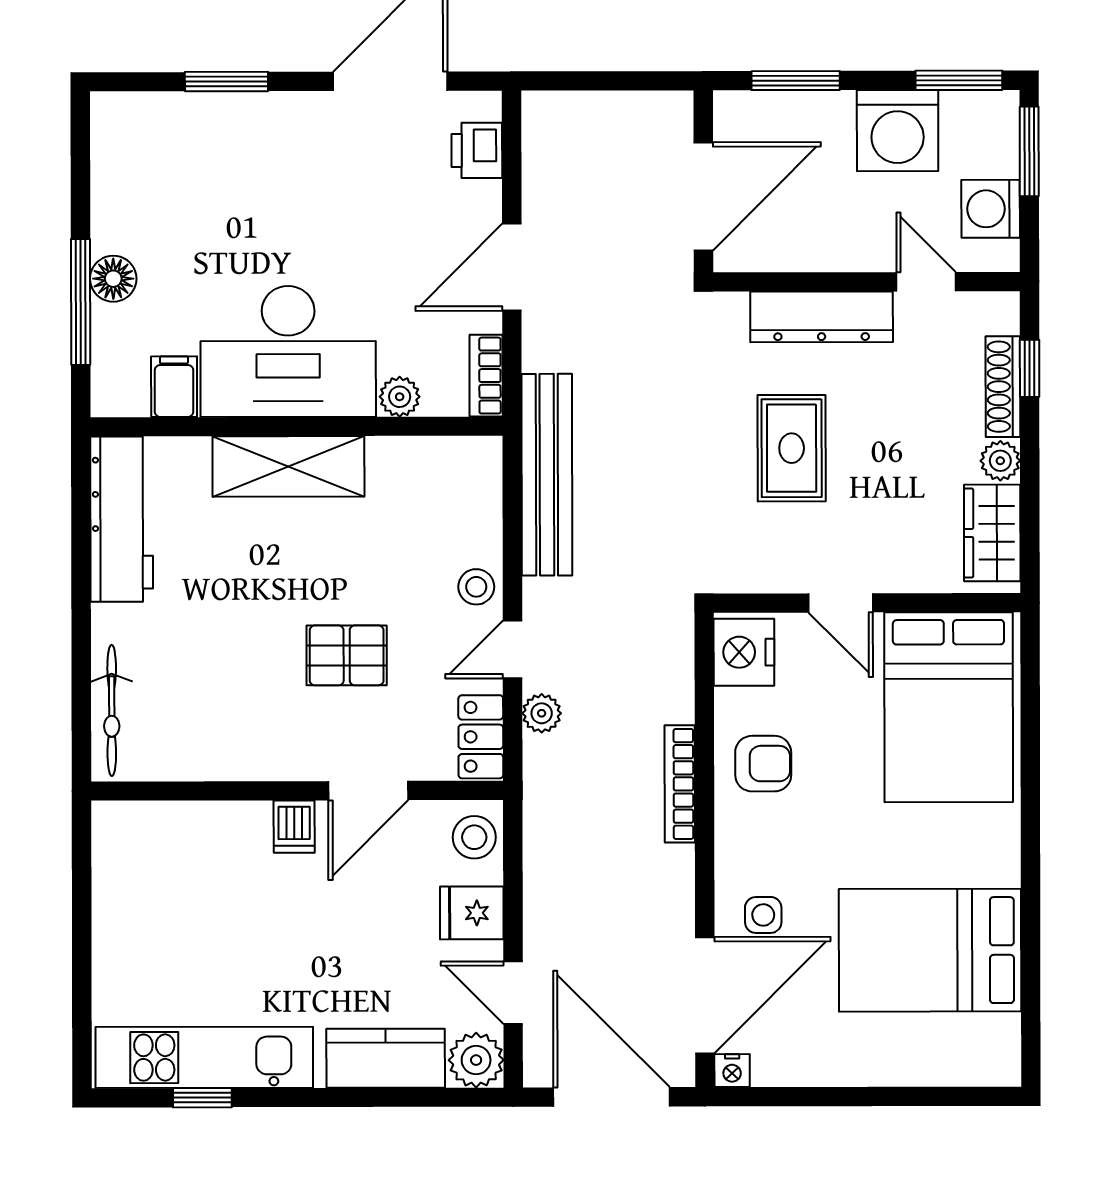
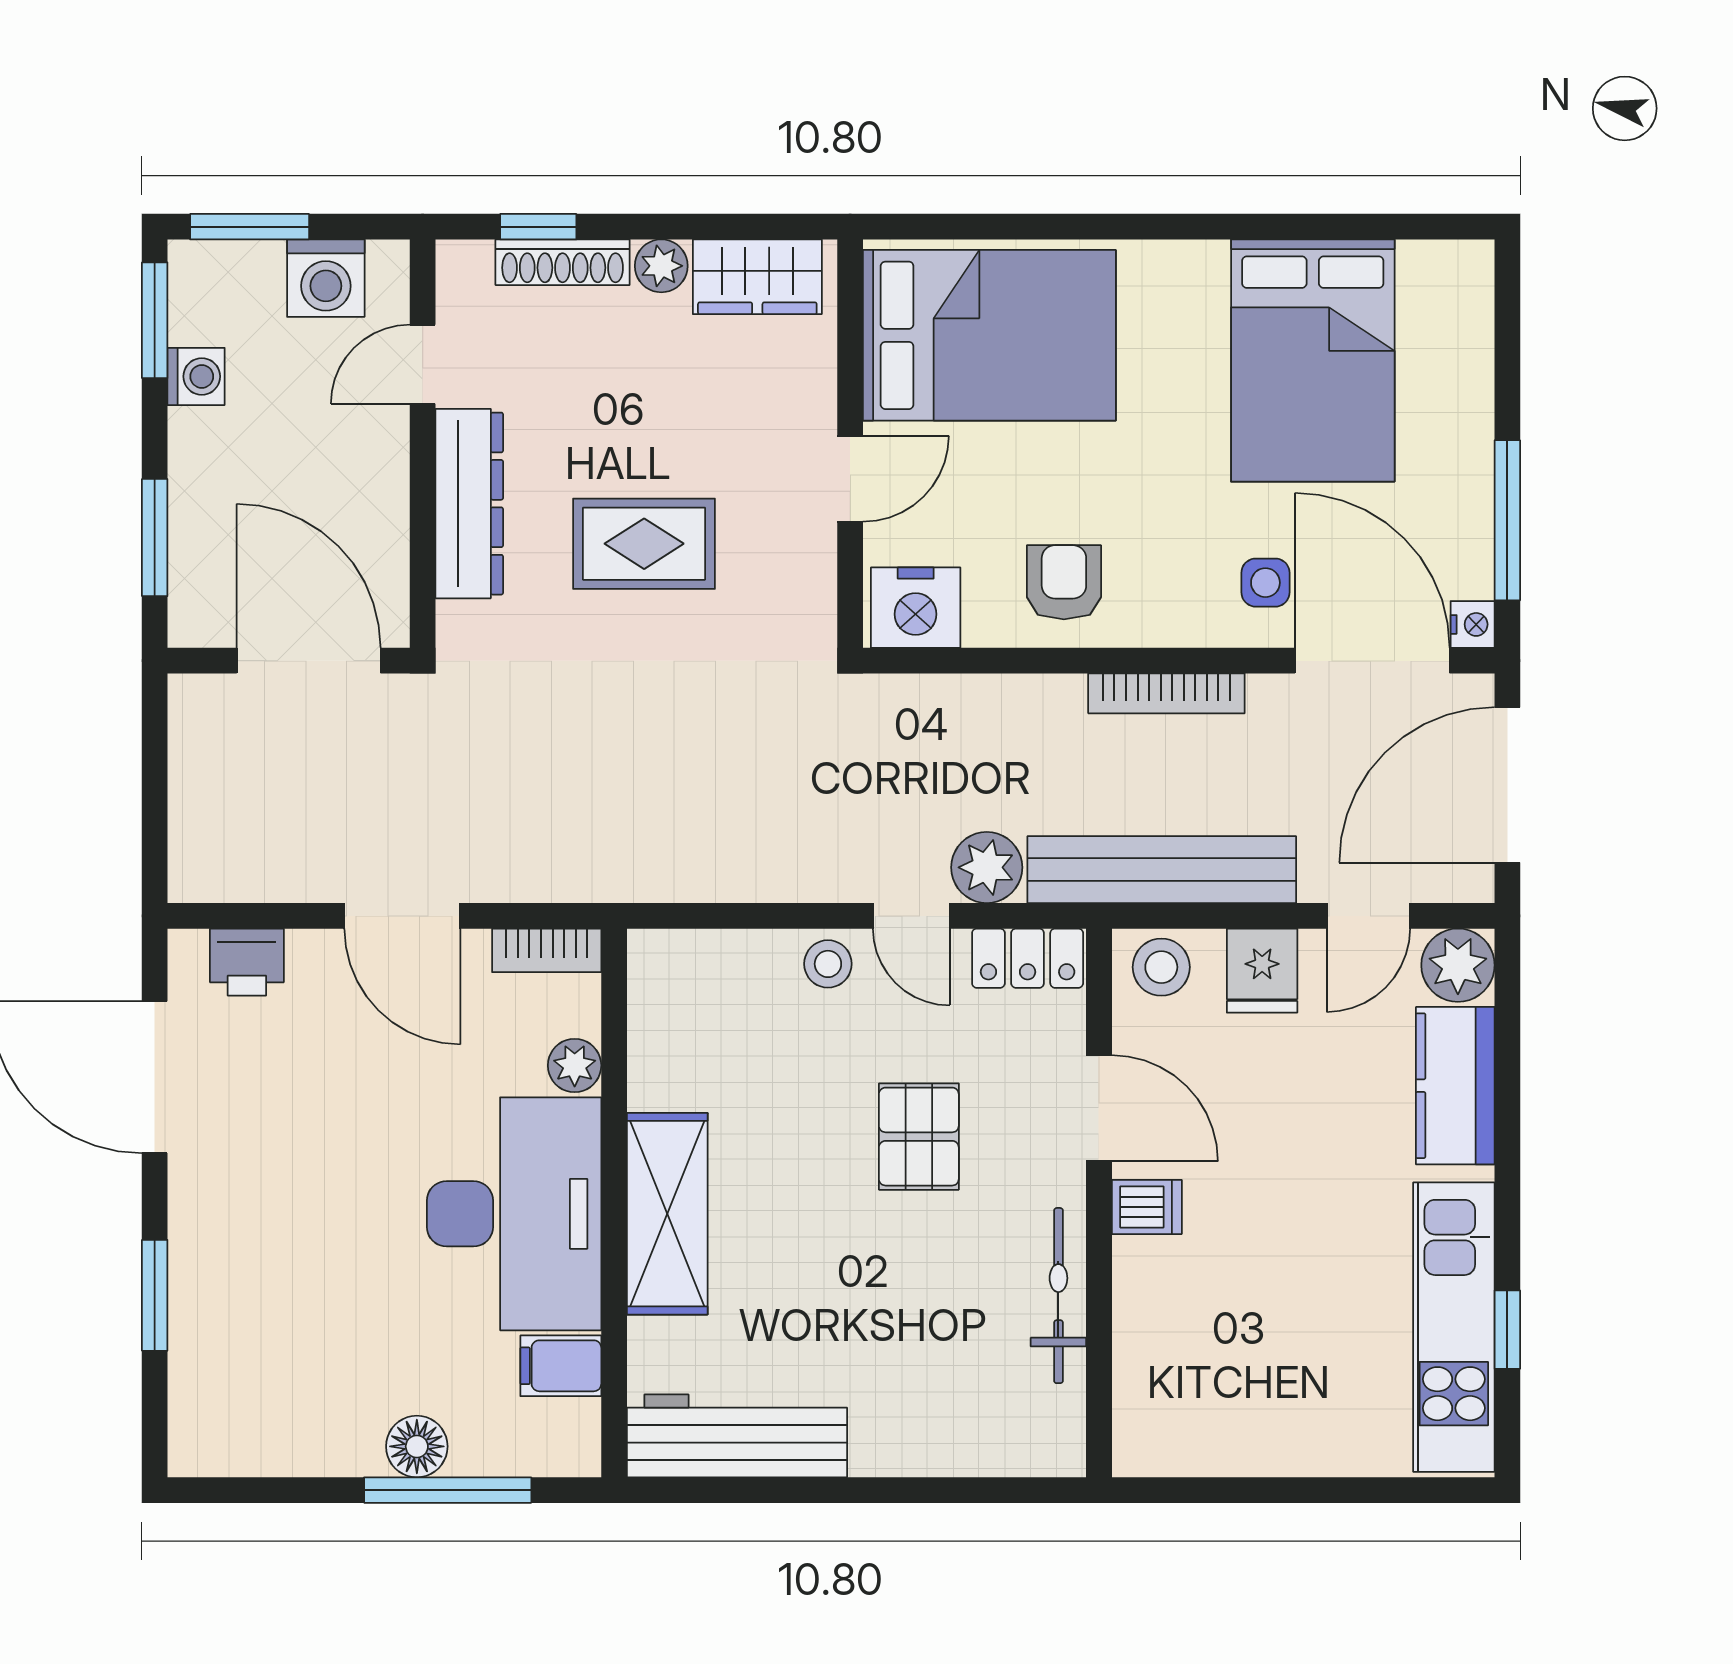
washing machine: (898, 131) -> (196, 376), width x0.53, depth x0.53
bench: (547, 475) -> (1162, 870), moved
bicycle: (112, 710) -> (1058, 1296), moved, turned -90
plant: (542, 713) -> (987, 867), width x1.38, depth x1.38
bookcase: (680, 784) -> (1166, 693), moved
window: (810, 1097) -> (1507, 520), added

